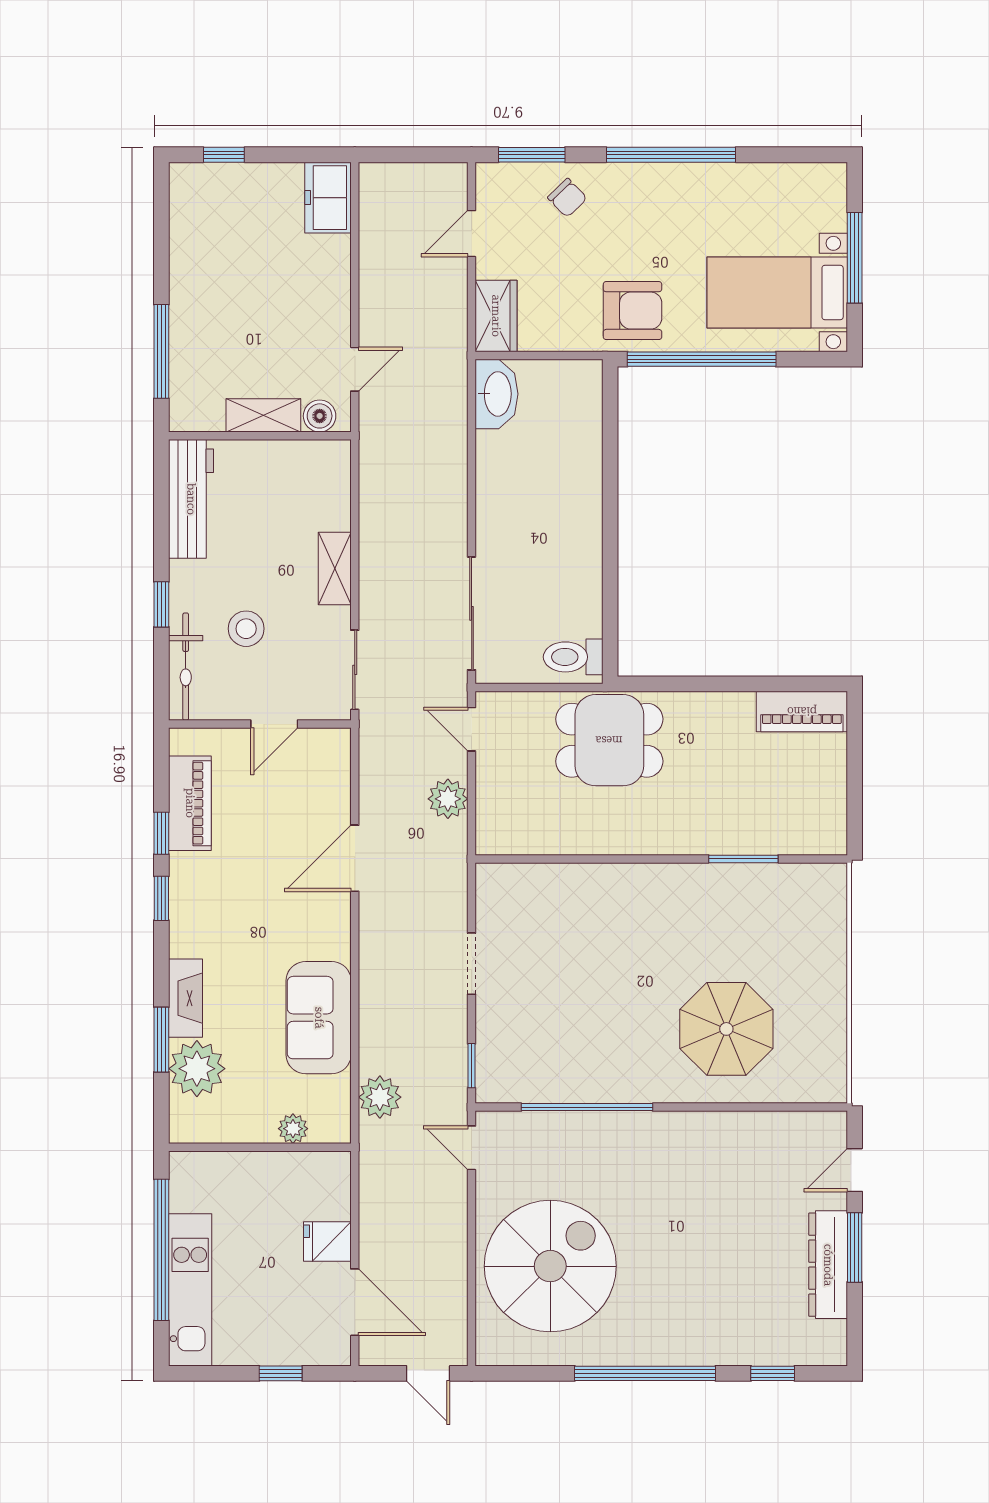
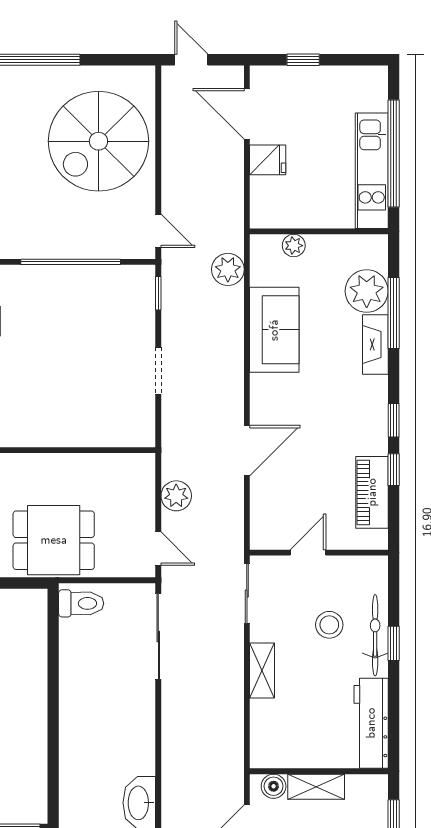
bicycle: (186, 667) -> (375, 635), moved
window: (161, 1040) -> (394, 313), width x1.44
kitchen unit: (190, 1290) -> (372, 171), moved

